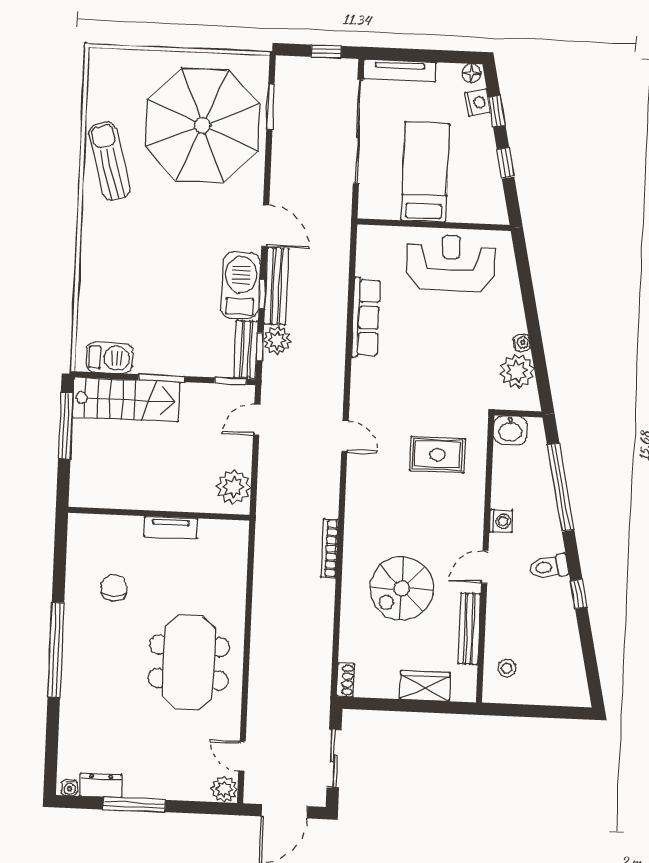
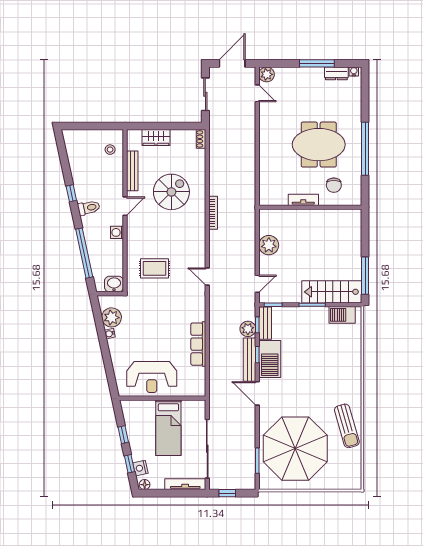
wall: (159, 514) -> (310, 207), moved
tv unit: (171, 527) -> (303, 200), moved
meeting table: (189, 663) -> (319, 145), moved, turned 90

